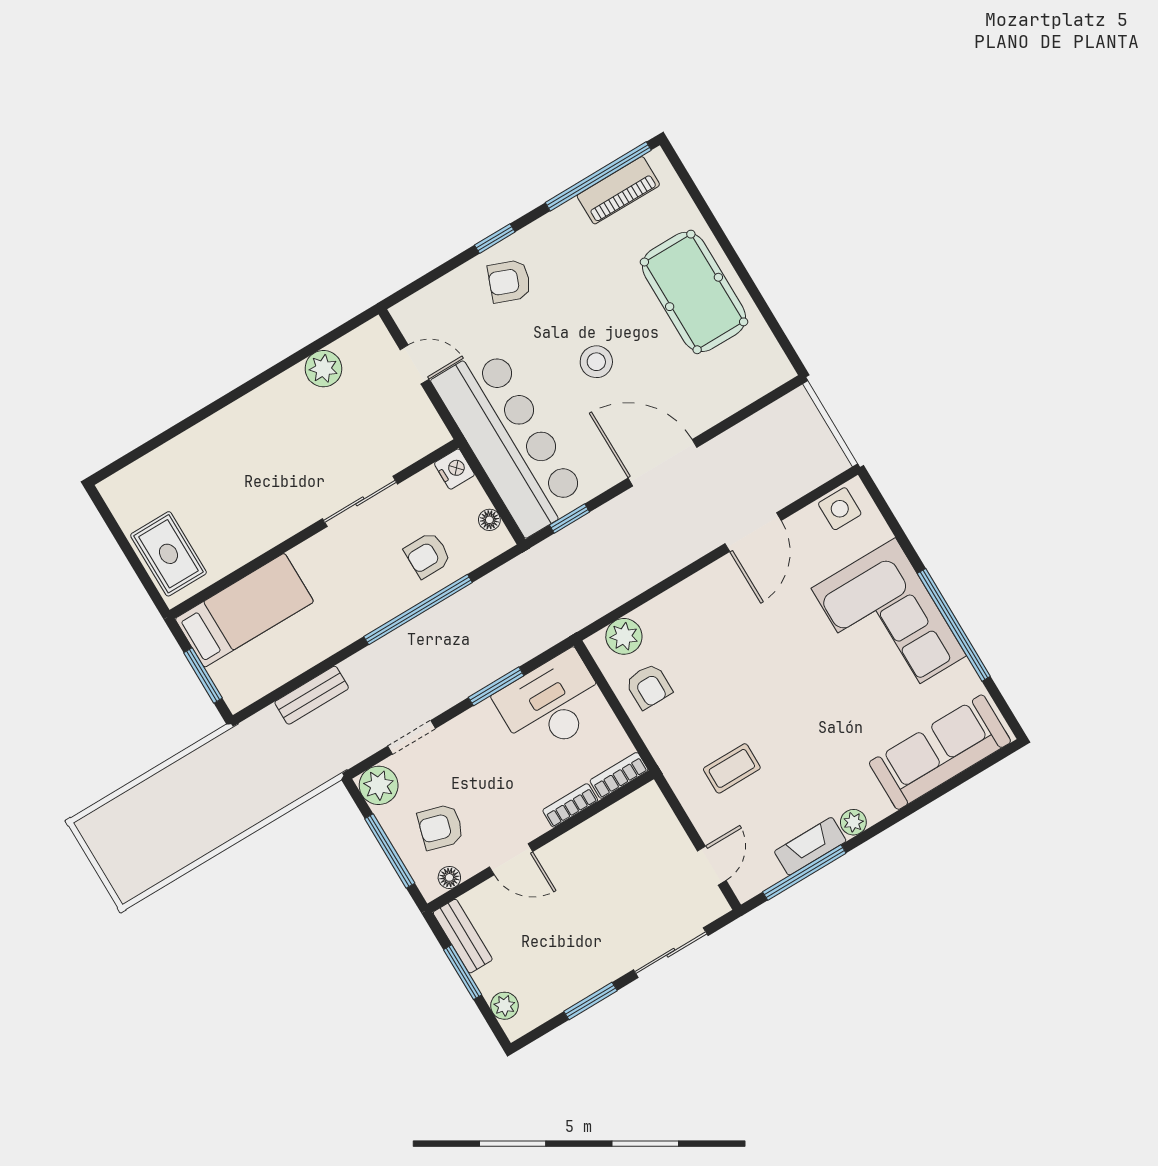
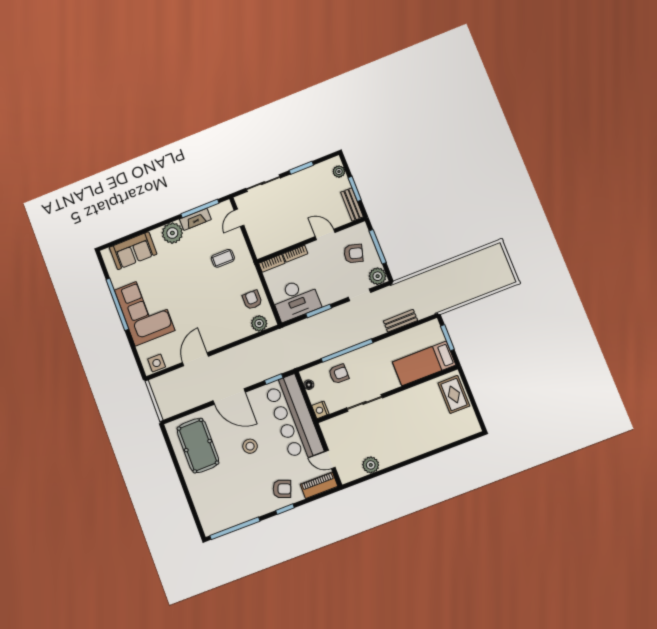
piano: (618, 190) -> (319, 485), moved
pool table: (694, 292) -> (198, 446), moved
sofa: (940, 752) -> (133, 251), width x0.73
plant: (853, 822) -> (172, 233), width x1.88, depth x1.88
floor lamp: (449, 877) -> (353, 231), removed

